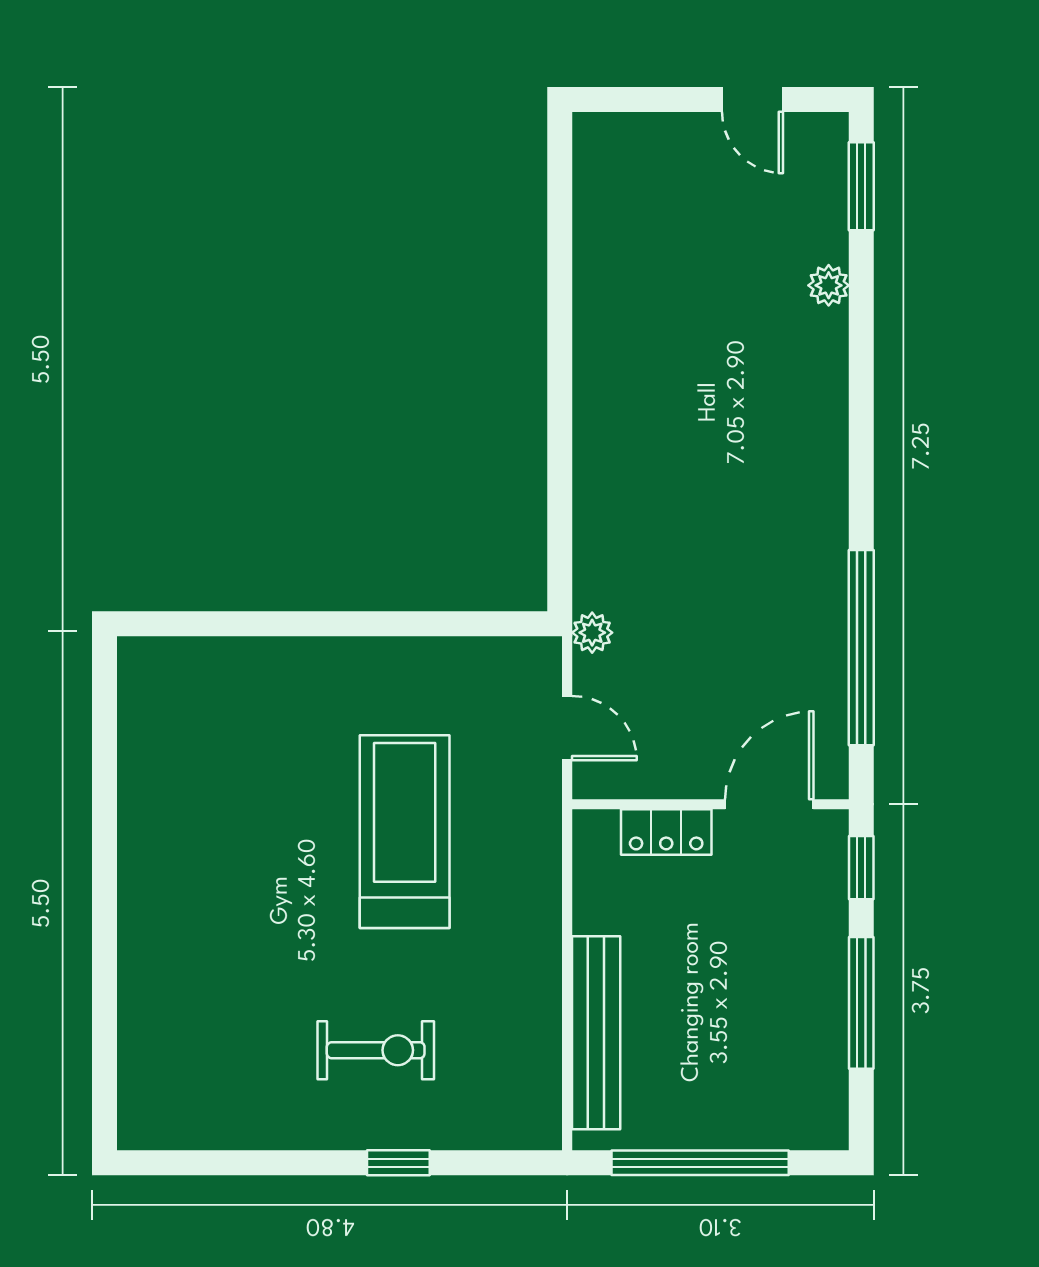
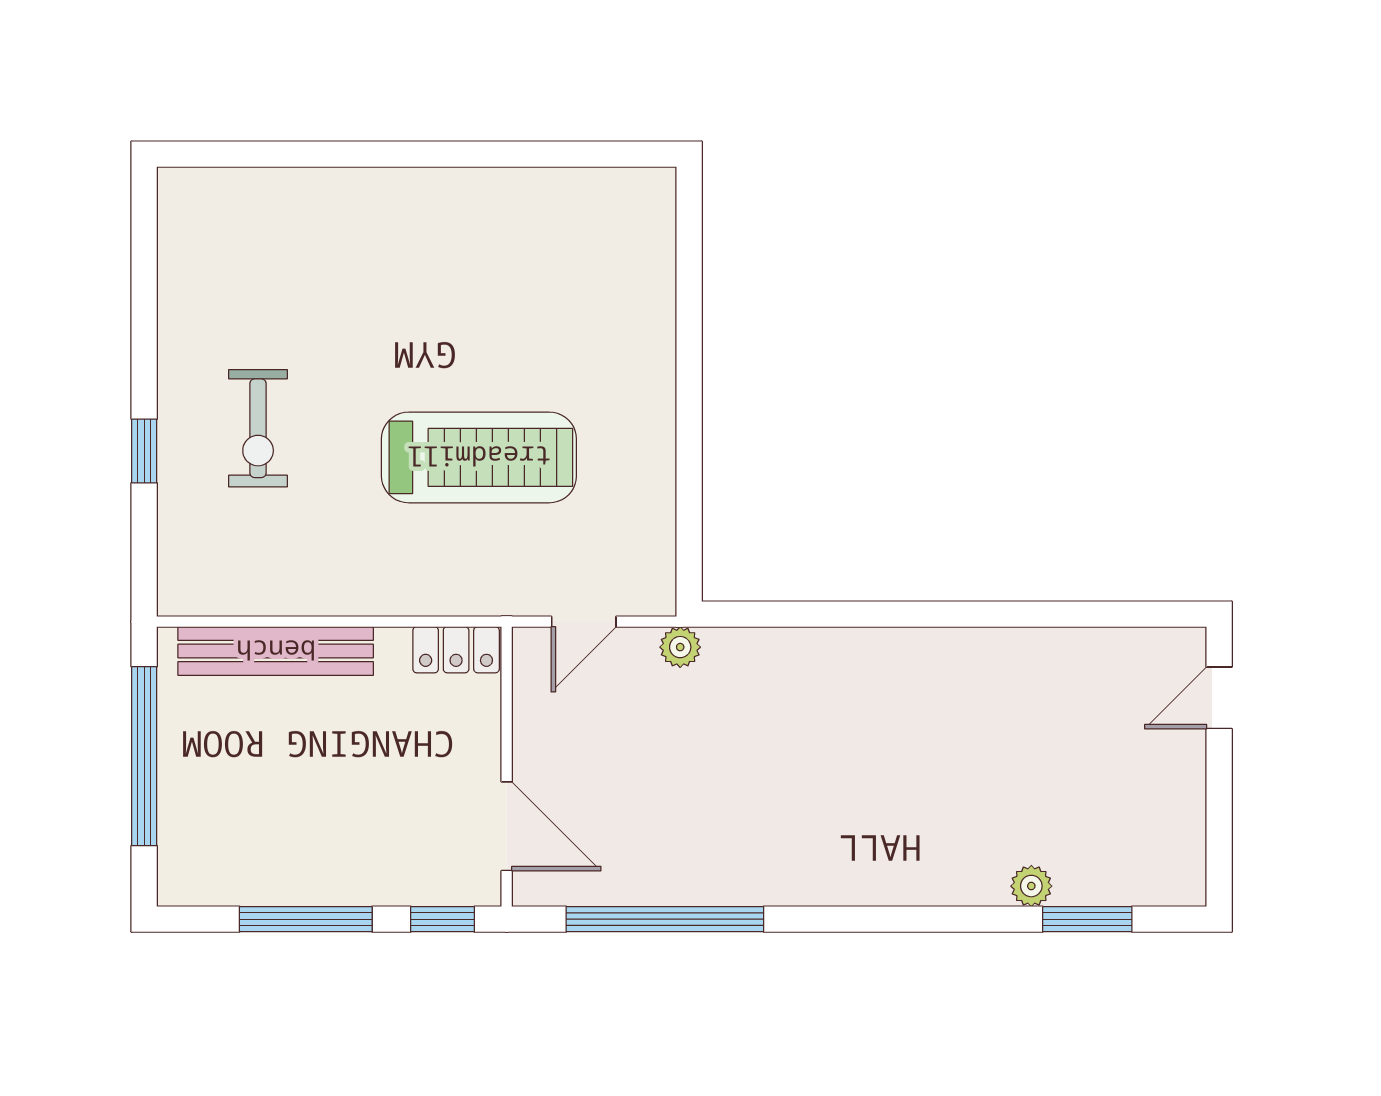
door: (753, 99) -> (1219, 698), moved
window: (861, 186) -> (1087, 919), moved
locker: (666, 832) -> (456, 650), moved, turned -90

